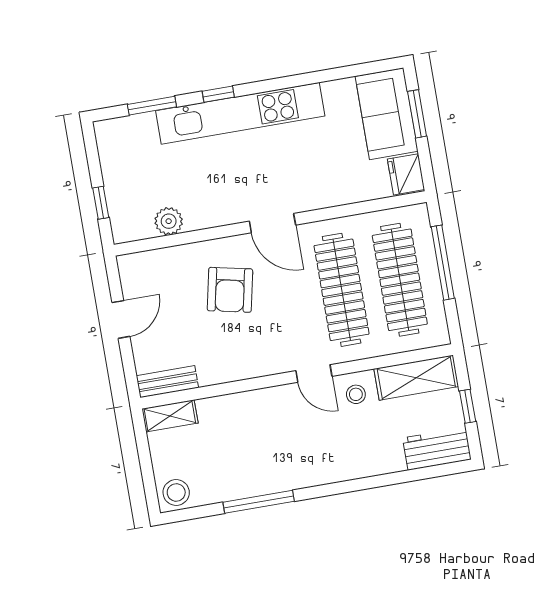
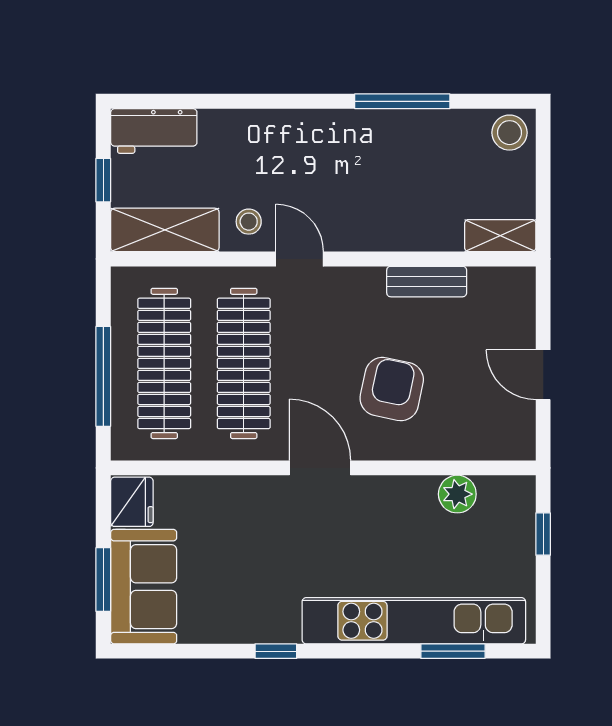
window: (218, 94) -> (276, 651), moved
kitchen unit: (240, 113) -> (414, 621), moved
door: (121, 319) -> (543, 375), hinge flipped
bench: (167, 382) -> (427, 282), moved

